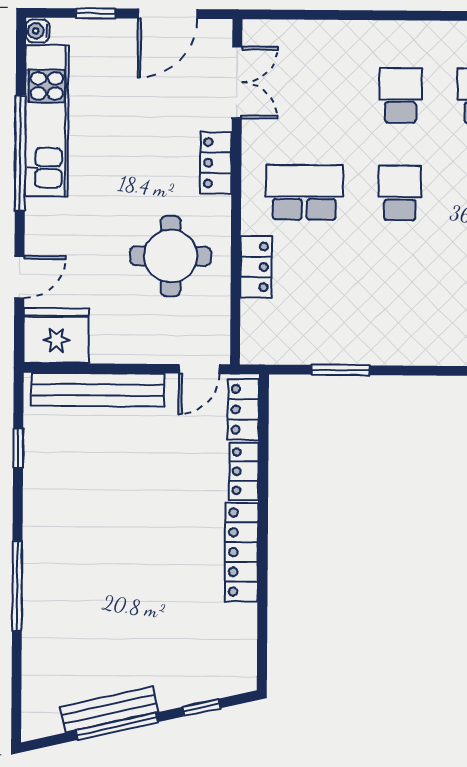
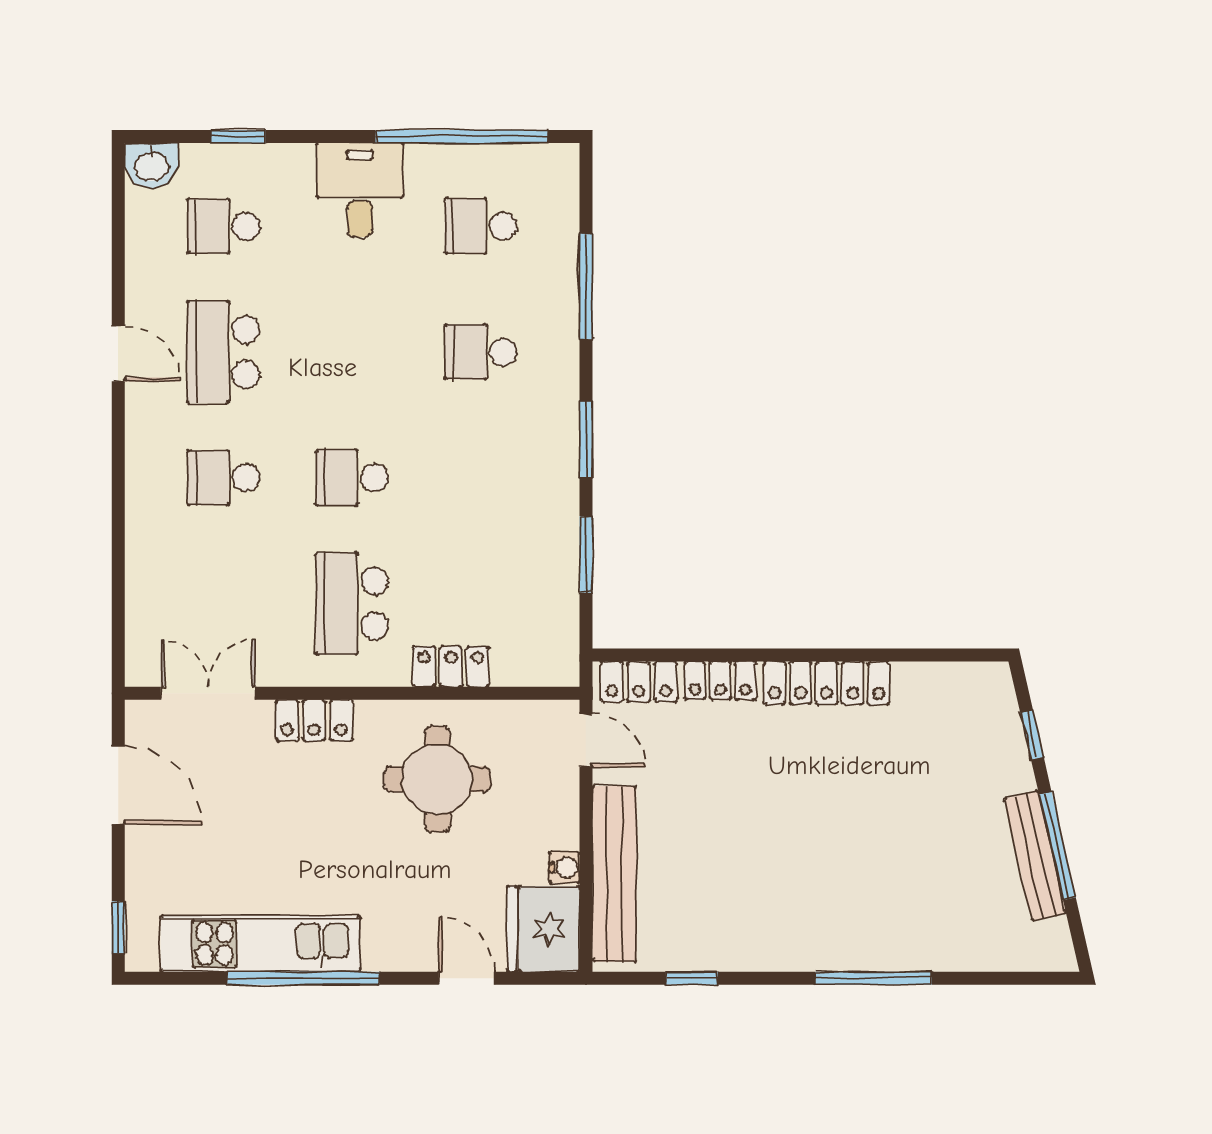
window: (96, 13) -> (118, 927), moved
water cooler: (38, 31) -> (564, 867), moved, turned -90
window: (428, 371) -> (586, 440), added

